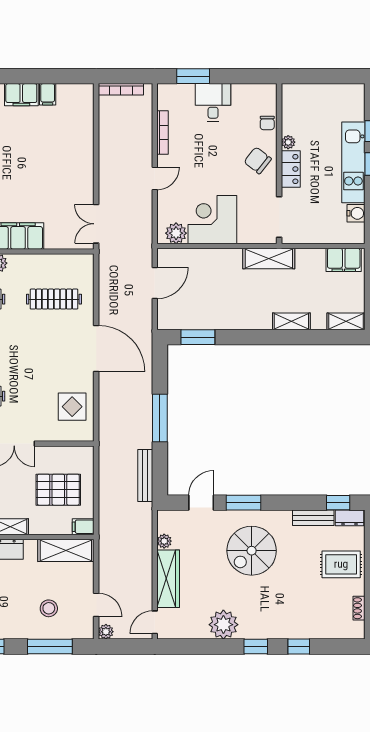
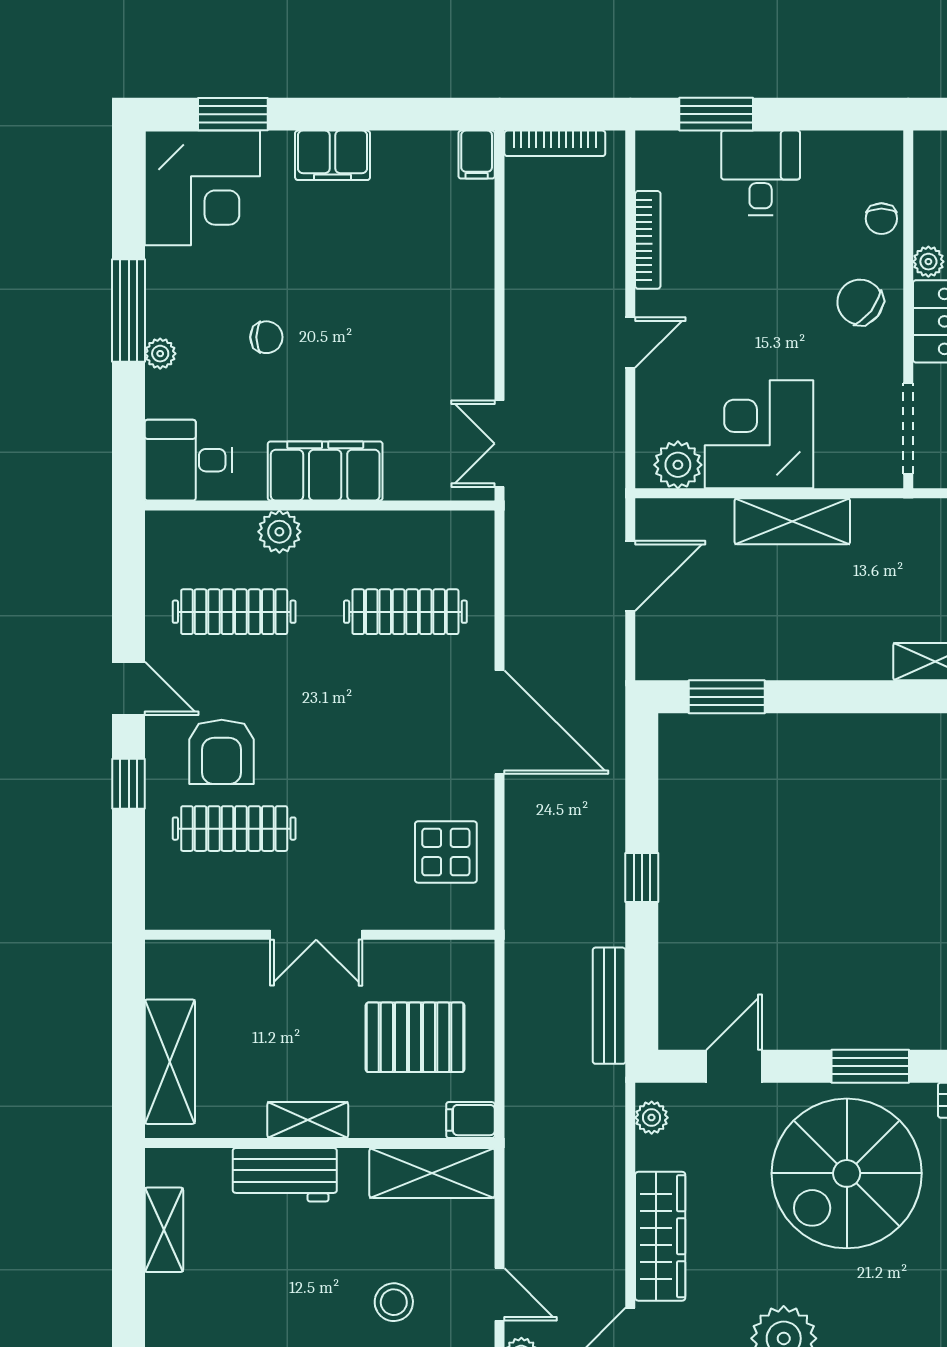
filing cabinet: (48, 94) -> (477, 155), moved
shelving: (269, 259) -> (792, 521), moved
window: (160, 418) -> (642, 877), width x0.46
window: (243, 503) -> (870, 1066), moved
plant: (164, 541) -> (652, 1118), moved
spiral stairs: (252, 551) -> (847, 1173), width x1.37, depth x1.37

